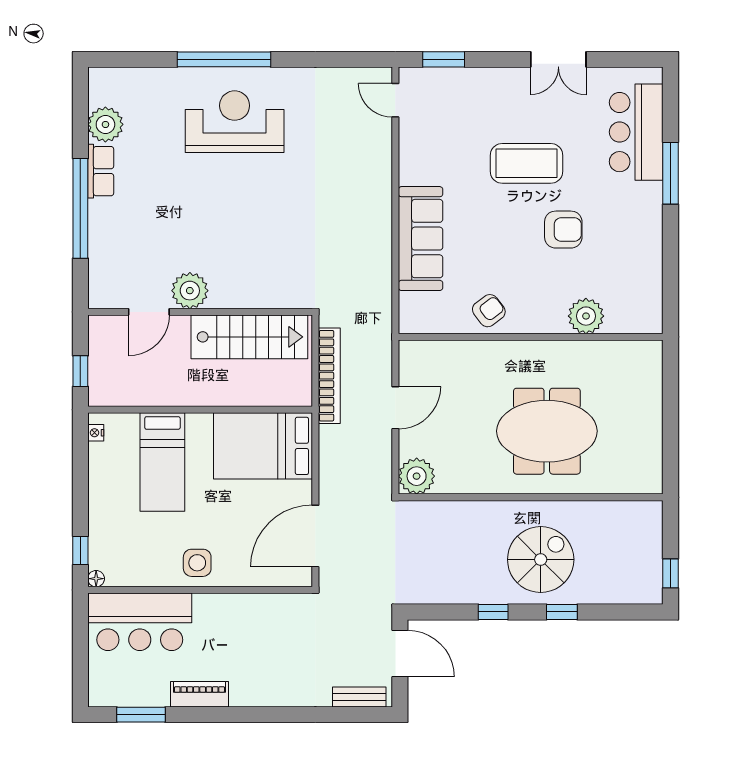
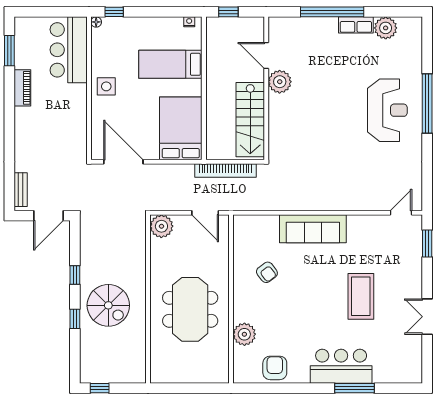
bar counter: (636, 132) -> (341, 366), moved
armchair: (563, 230) -> (275, 368), moved, turned 180
plant: (586, 316) -> (244, 334), moved
wall: (531, 337) -> (231, 299), moved

